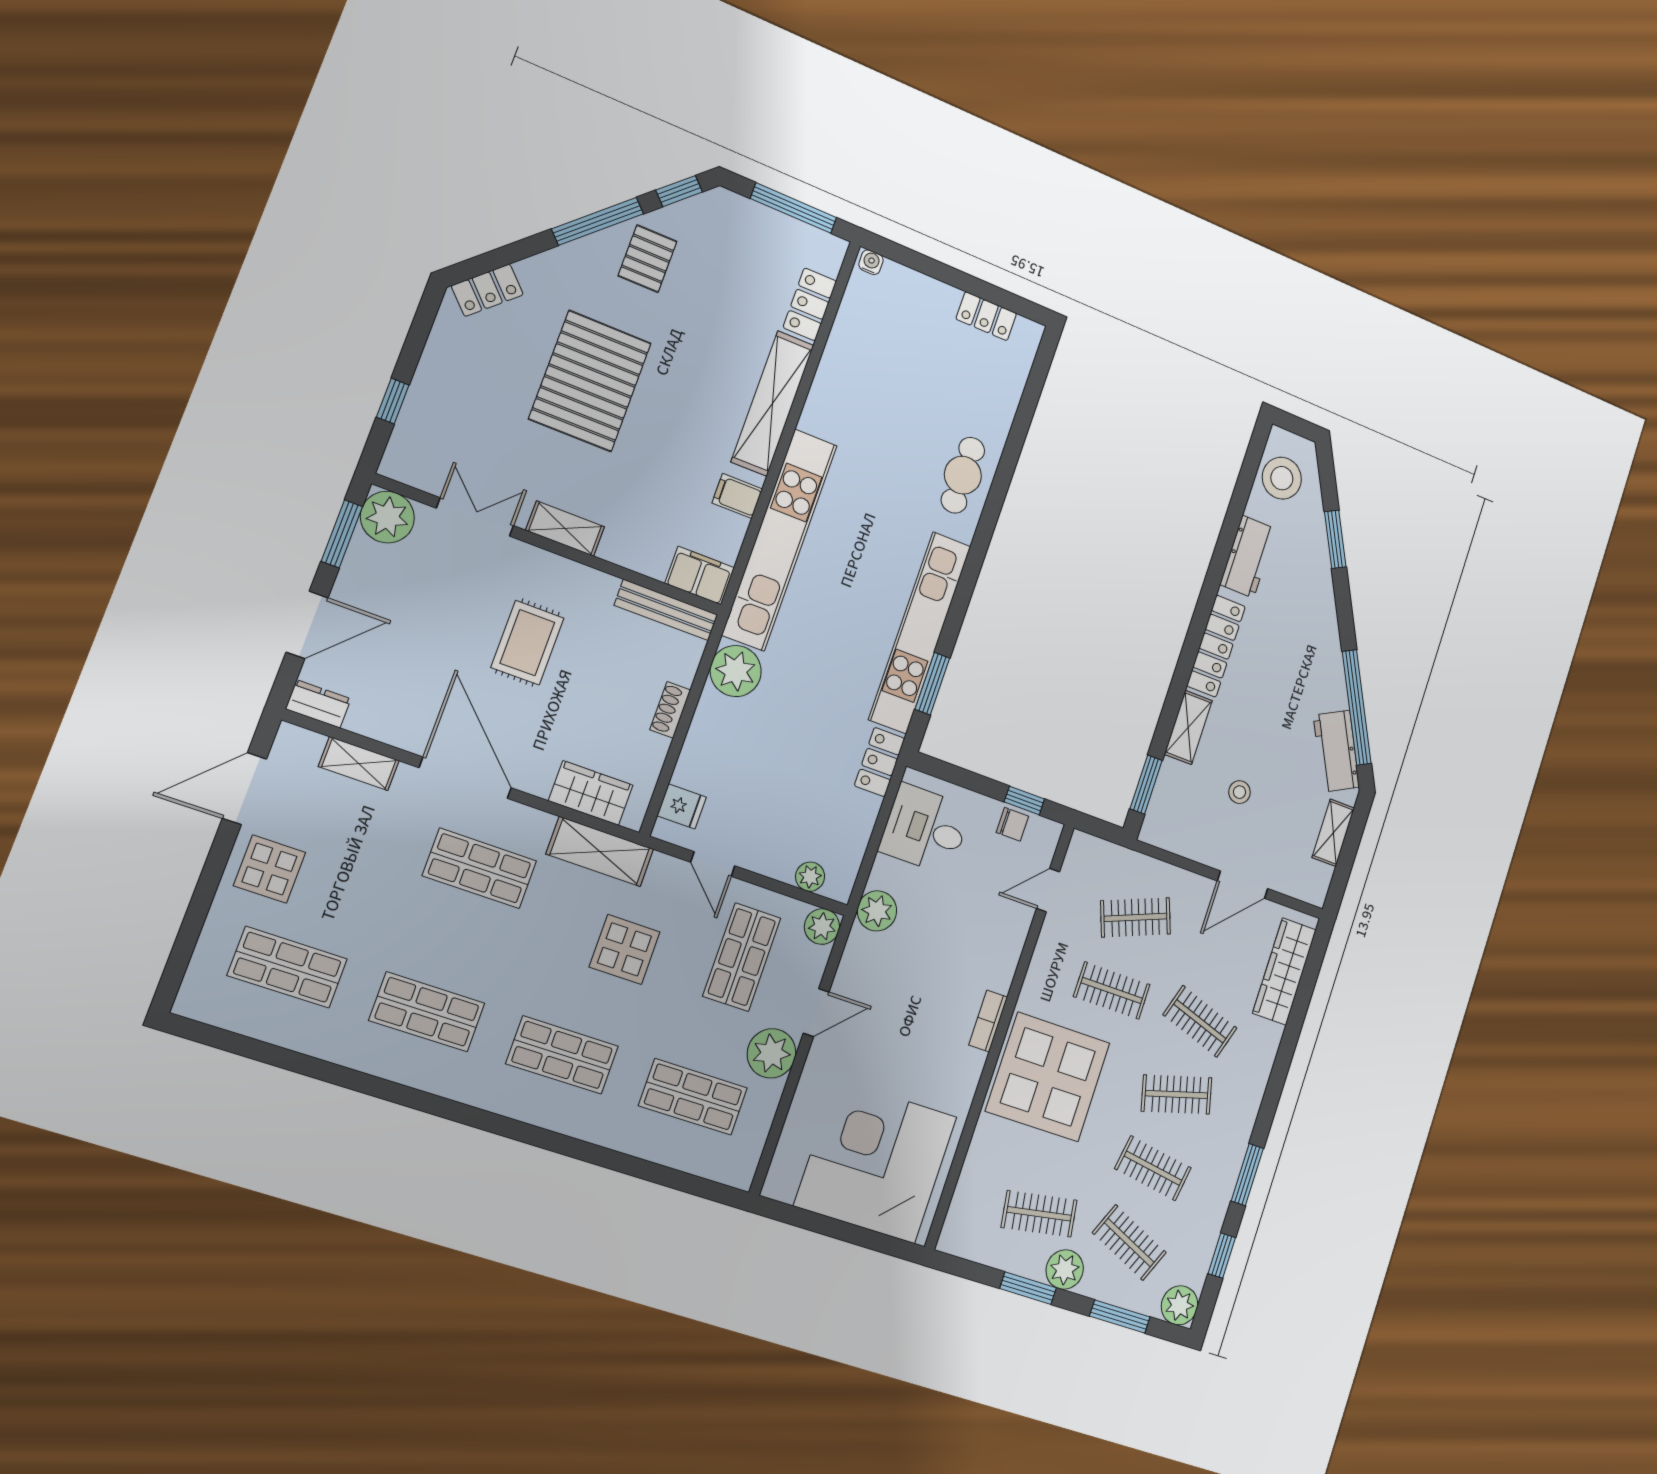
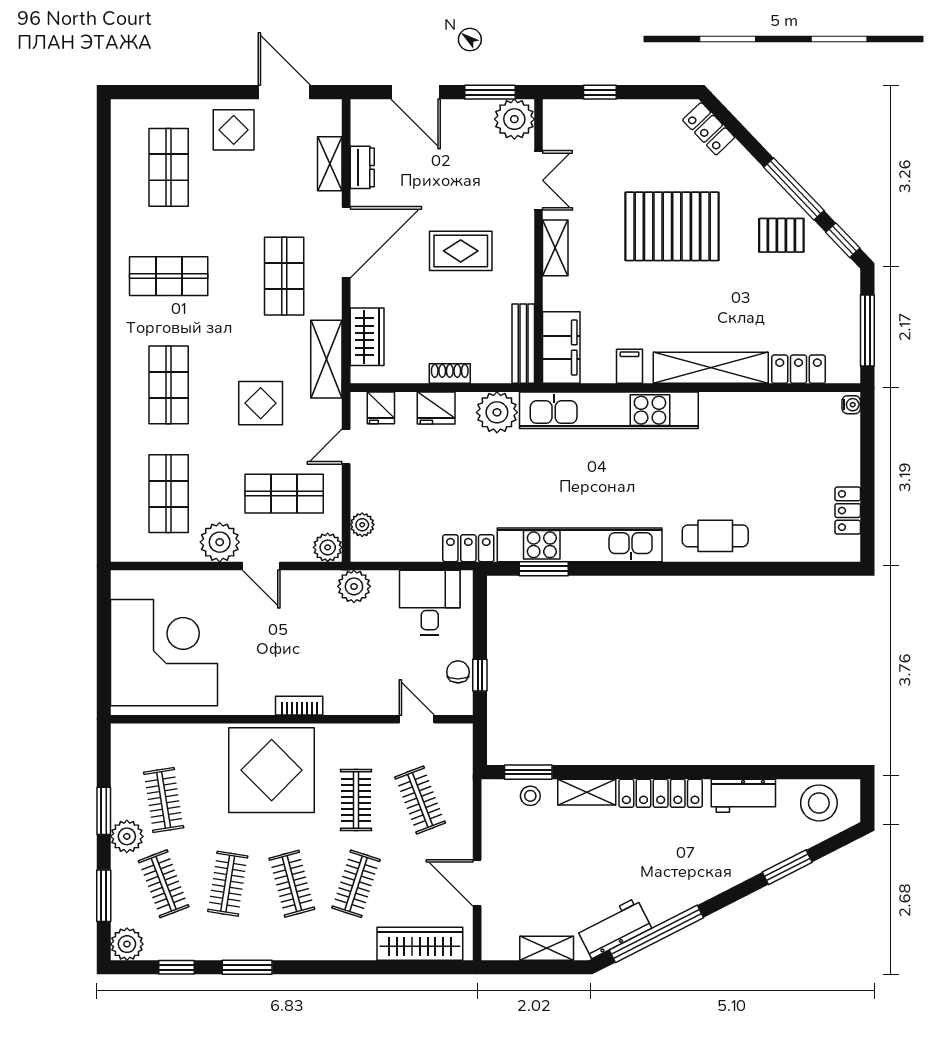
filing cabinet: (700, 575) -> (561, 347), width x1.50, depth x1.17
dresser: (318, 704) -> (362, 167), moved
fridge: (705, 741) -> (436, 408), added
stool: (1239, 792) -> (530, 796), moved
chair: (1012, 824) -> (458, 672), turned 180
shop shelf: (427, 1012) -> (169, 276), turned 90
clothes rail: (1129, 1243) -> (164, 884), turned -45

